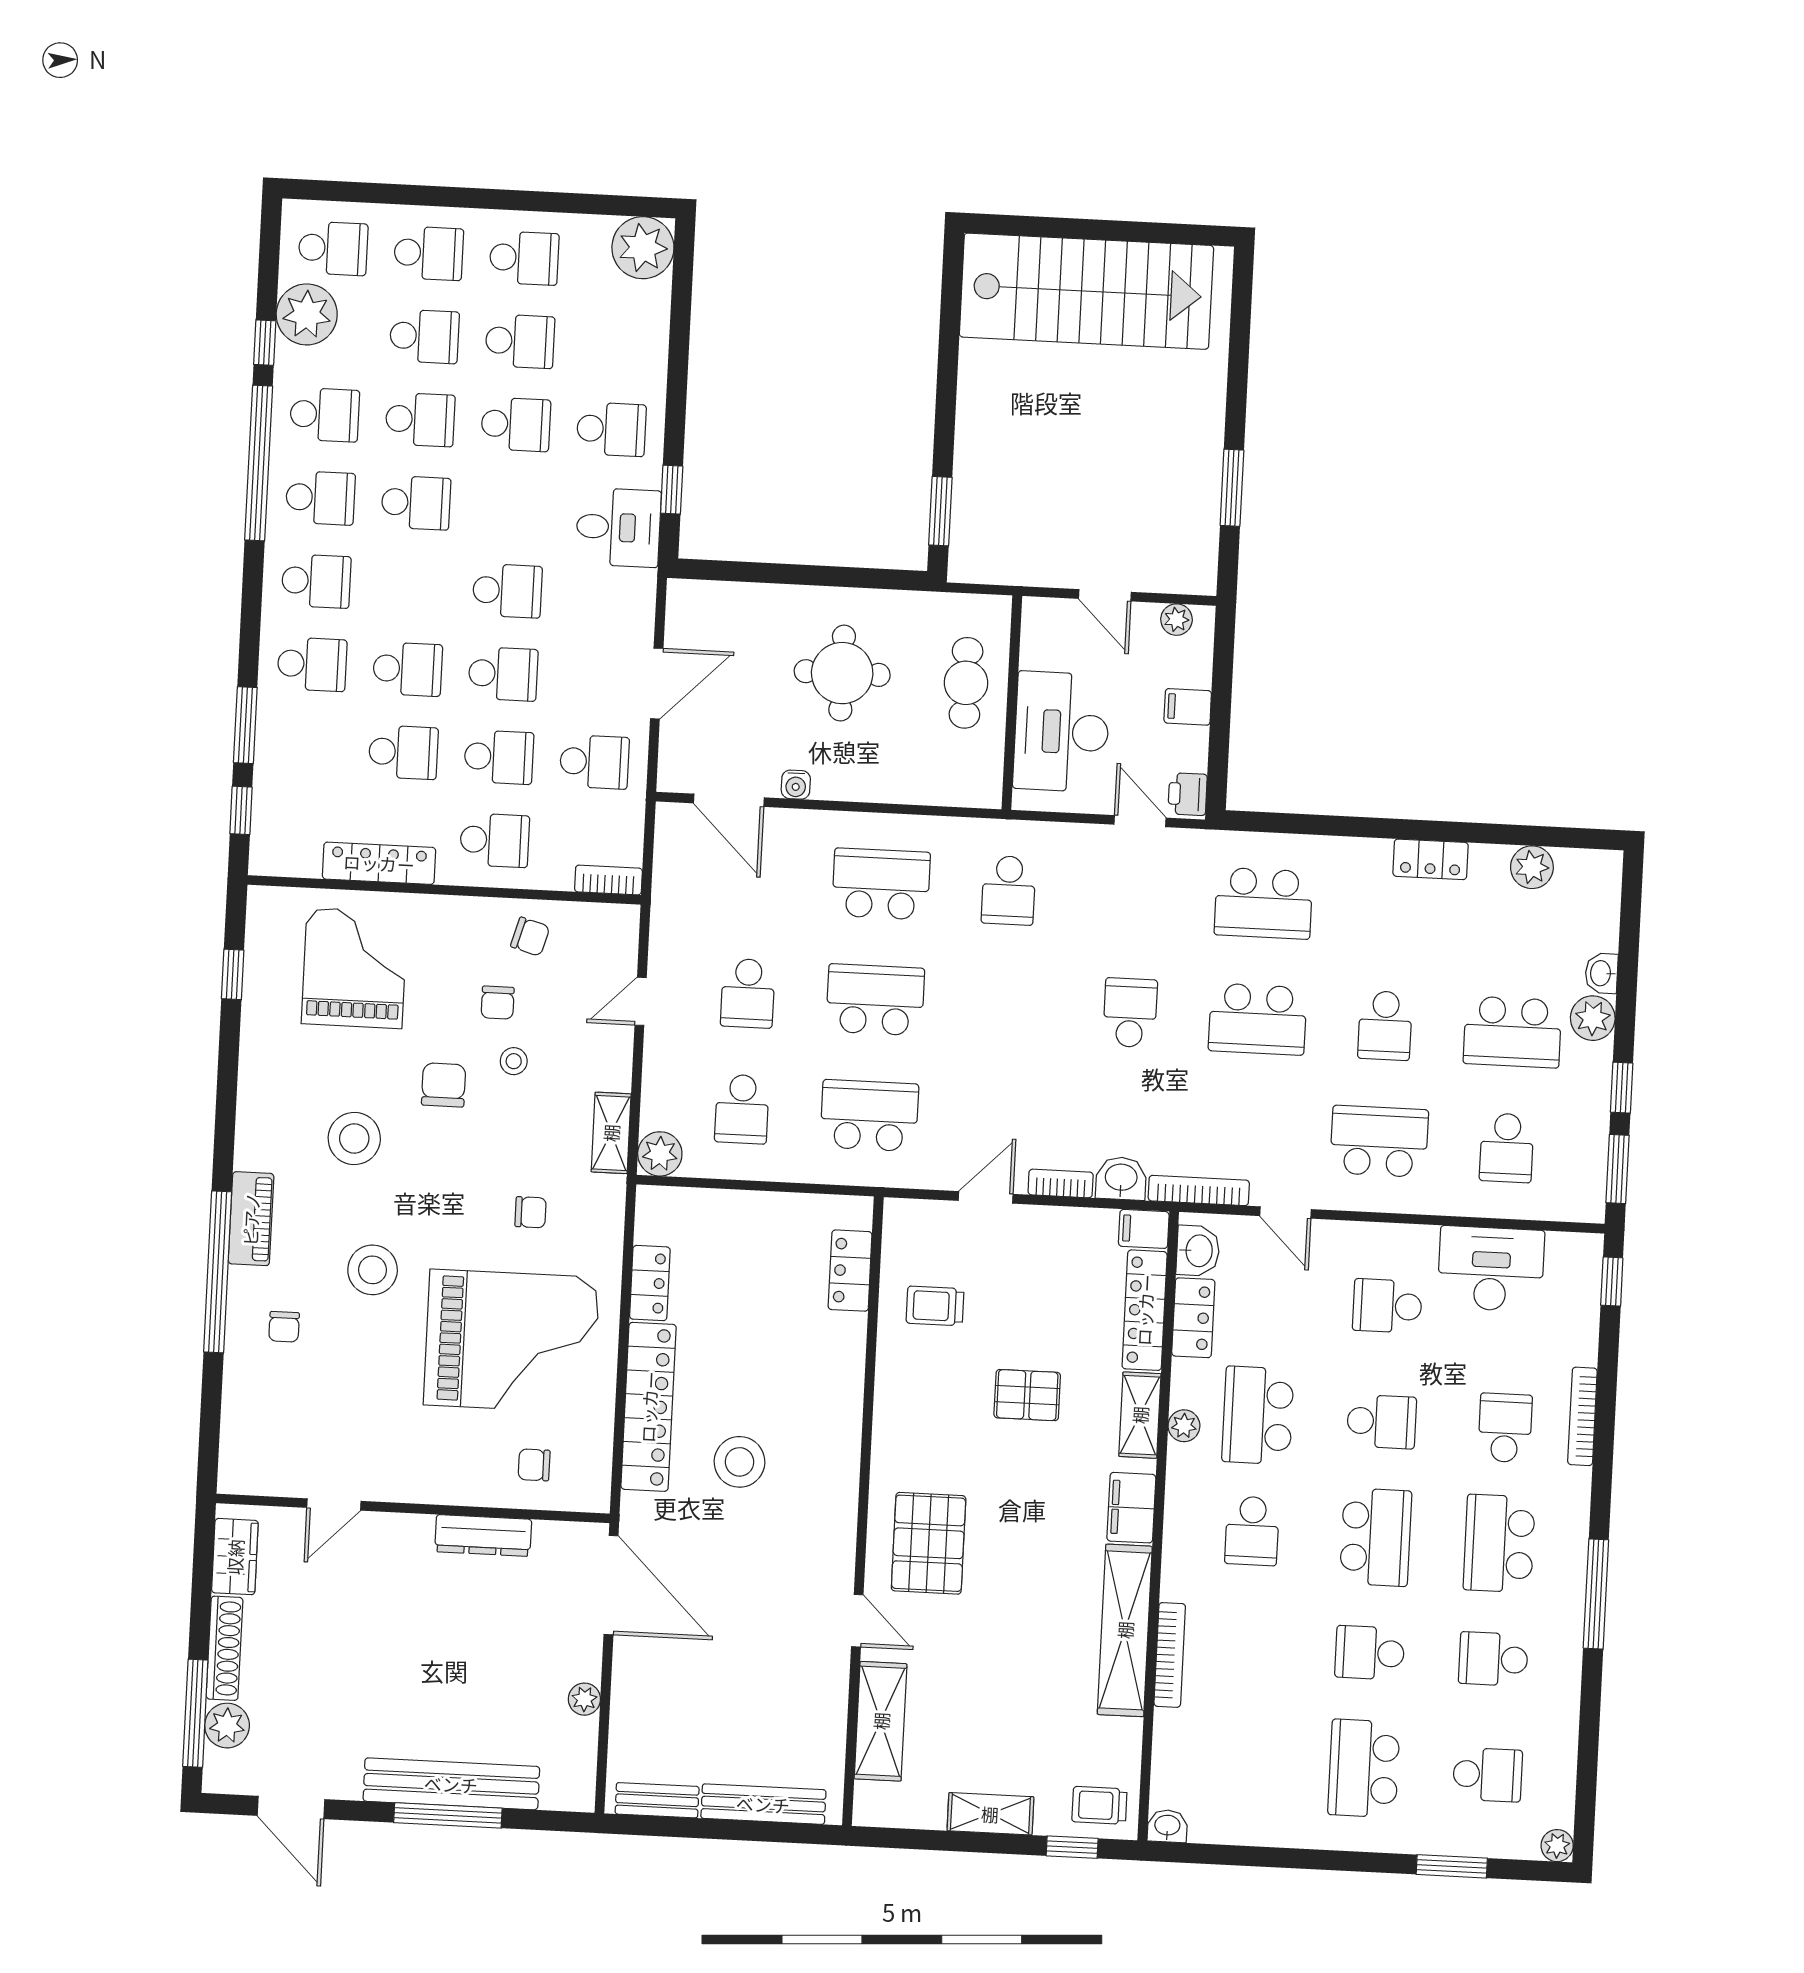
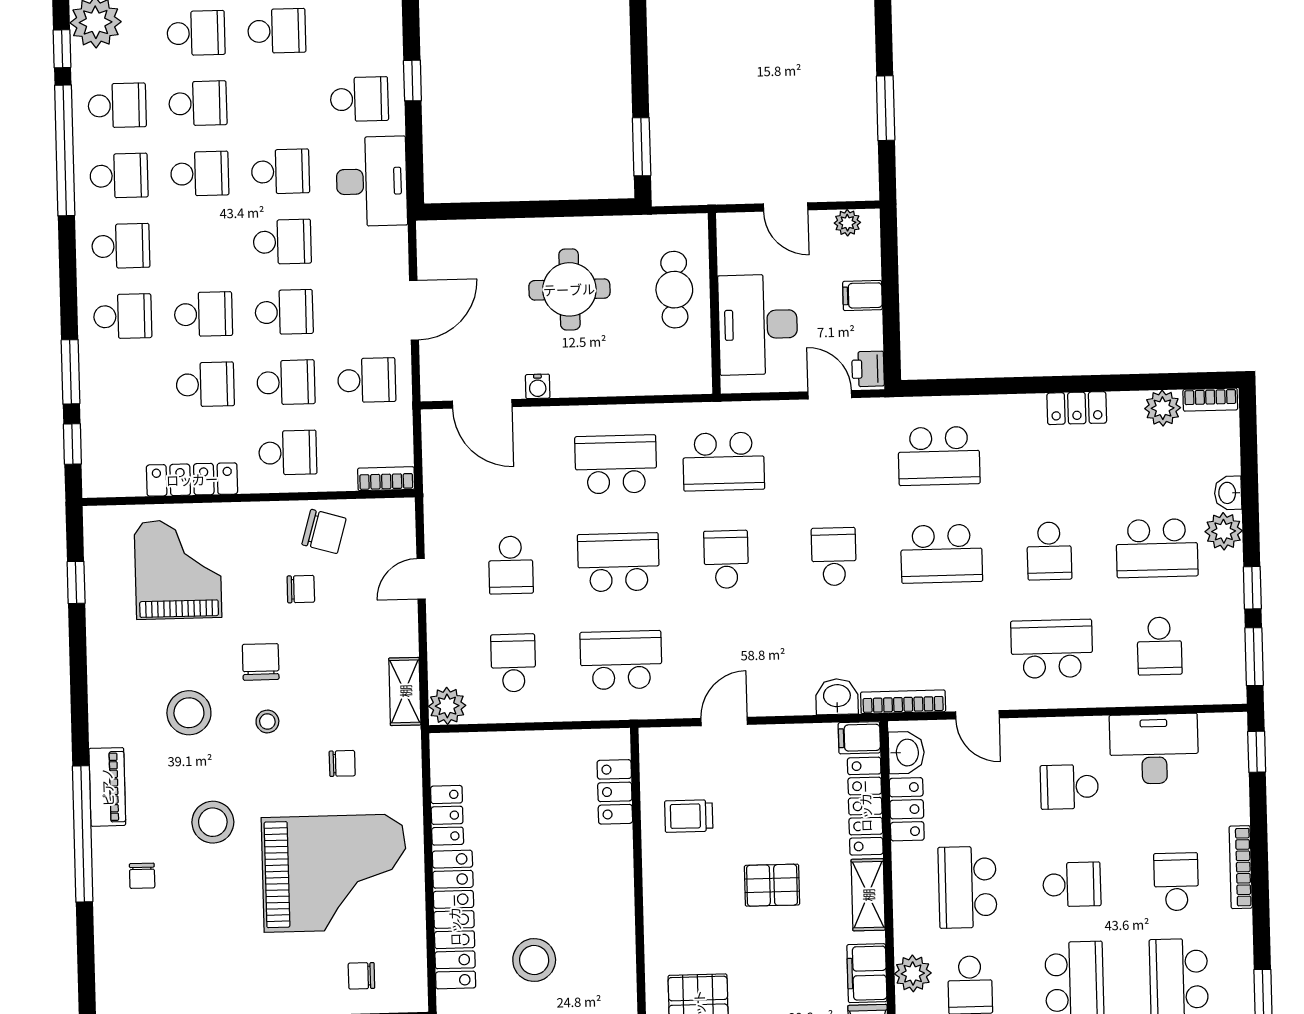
school desk: (516, 424) -> (280, 172), moved
window: (672, 490) -> (412, 81), moved
desk: (618, 527) -> (372, 181), width x1.37
school desk: (1009, 890) -> (724, 462), width x1.85
chair: (530, 937) -> (324, 531), width x1.37, depth x1.37
chair: (498, 1003) -> (301, 589), turned -90
school desk: (1003, 1006) -> (726, 559), added
stool: (514, 1061) -> (267, 721), moved
school desk: (742, 1109) -> (513, 663), turned 180
bookcase: (1061, 1183) -> (1210, 400), moved, turned 180
plant: (1184, 1426) -> (913, 973), moved, width x1.38, depth x1.38

